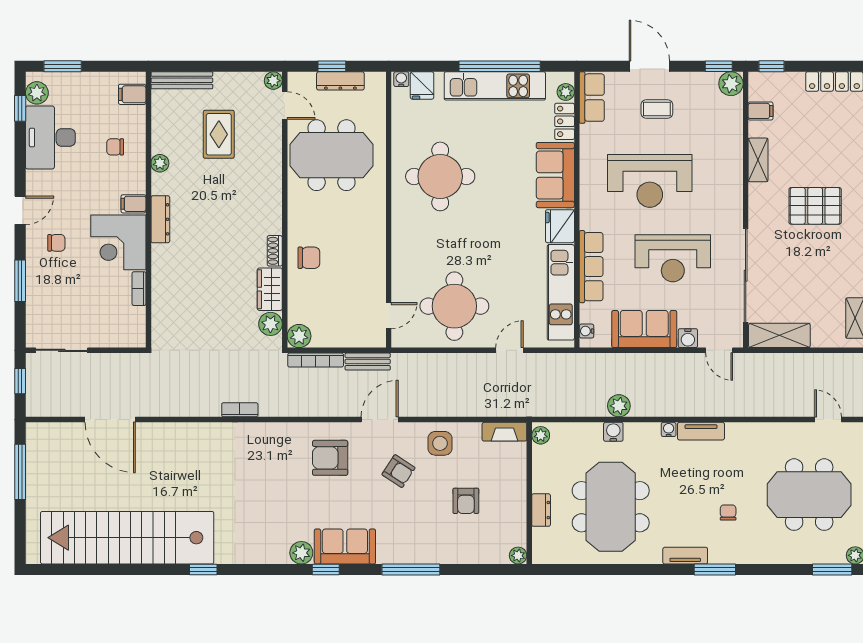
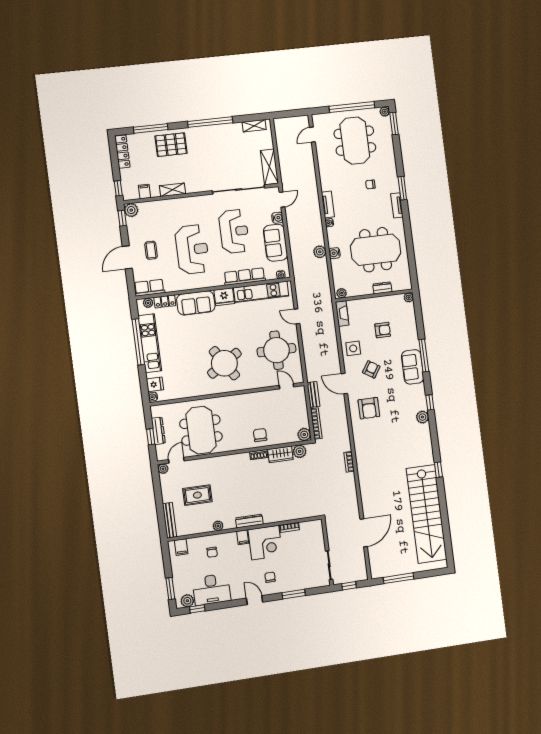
round table: (440, 176) -> (224, 363), moved, turned -33
pallet: (815, 206) -> (171, 145), moved, turned 90
sofa: (345, 547) -> (413, 367), moved

